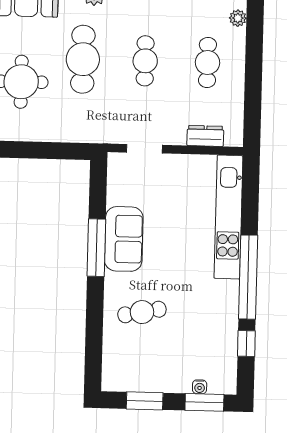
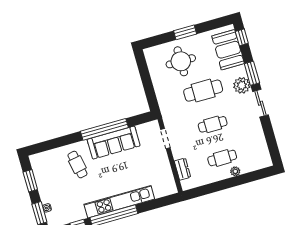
plant: (238, 18) -> (235, 171), moved
kitchen unit: (228, 217) -> (119, 202), moved
sofa: (124, 239) -> (114, 143), width x1.36
window: (96, 248) -> (104, 129), width x1.46

